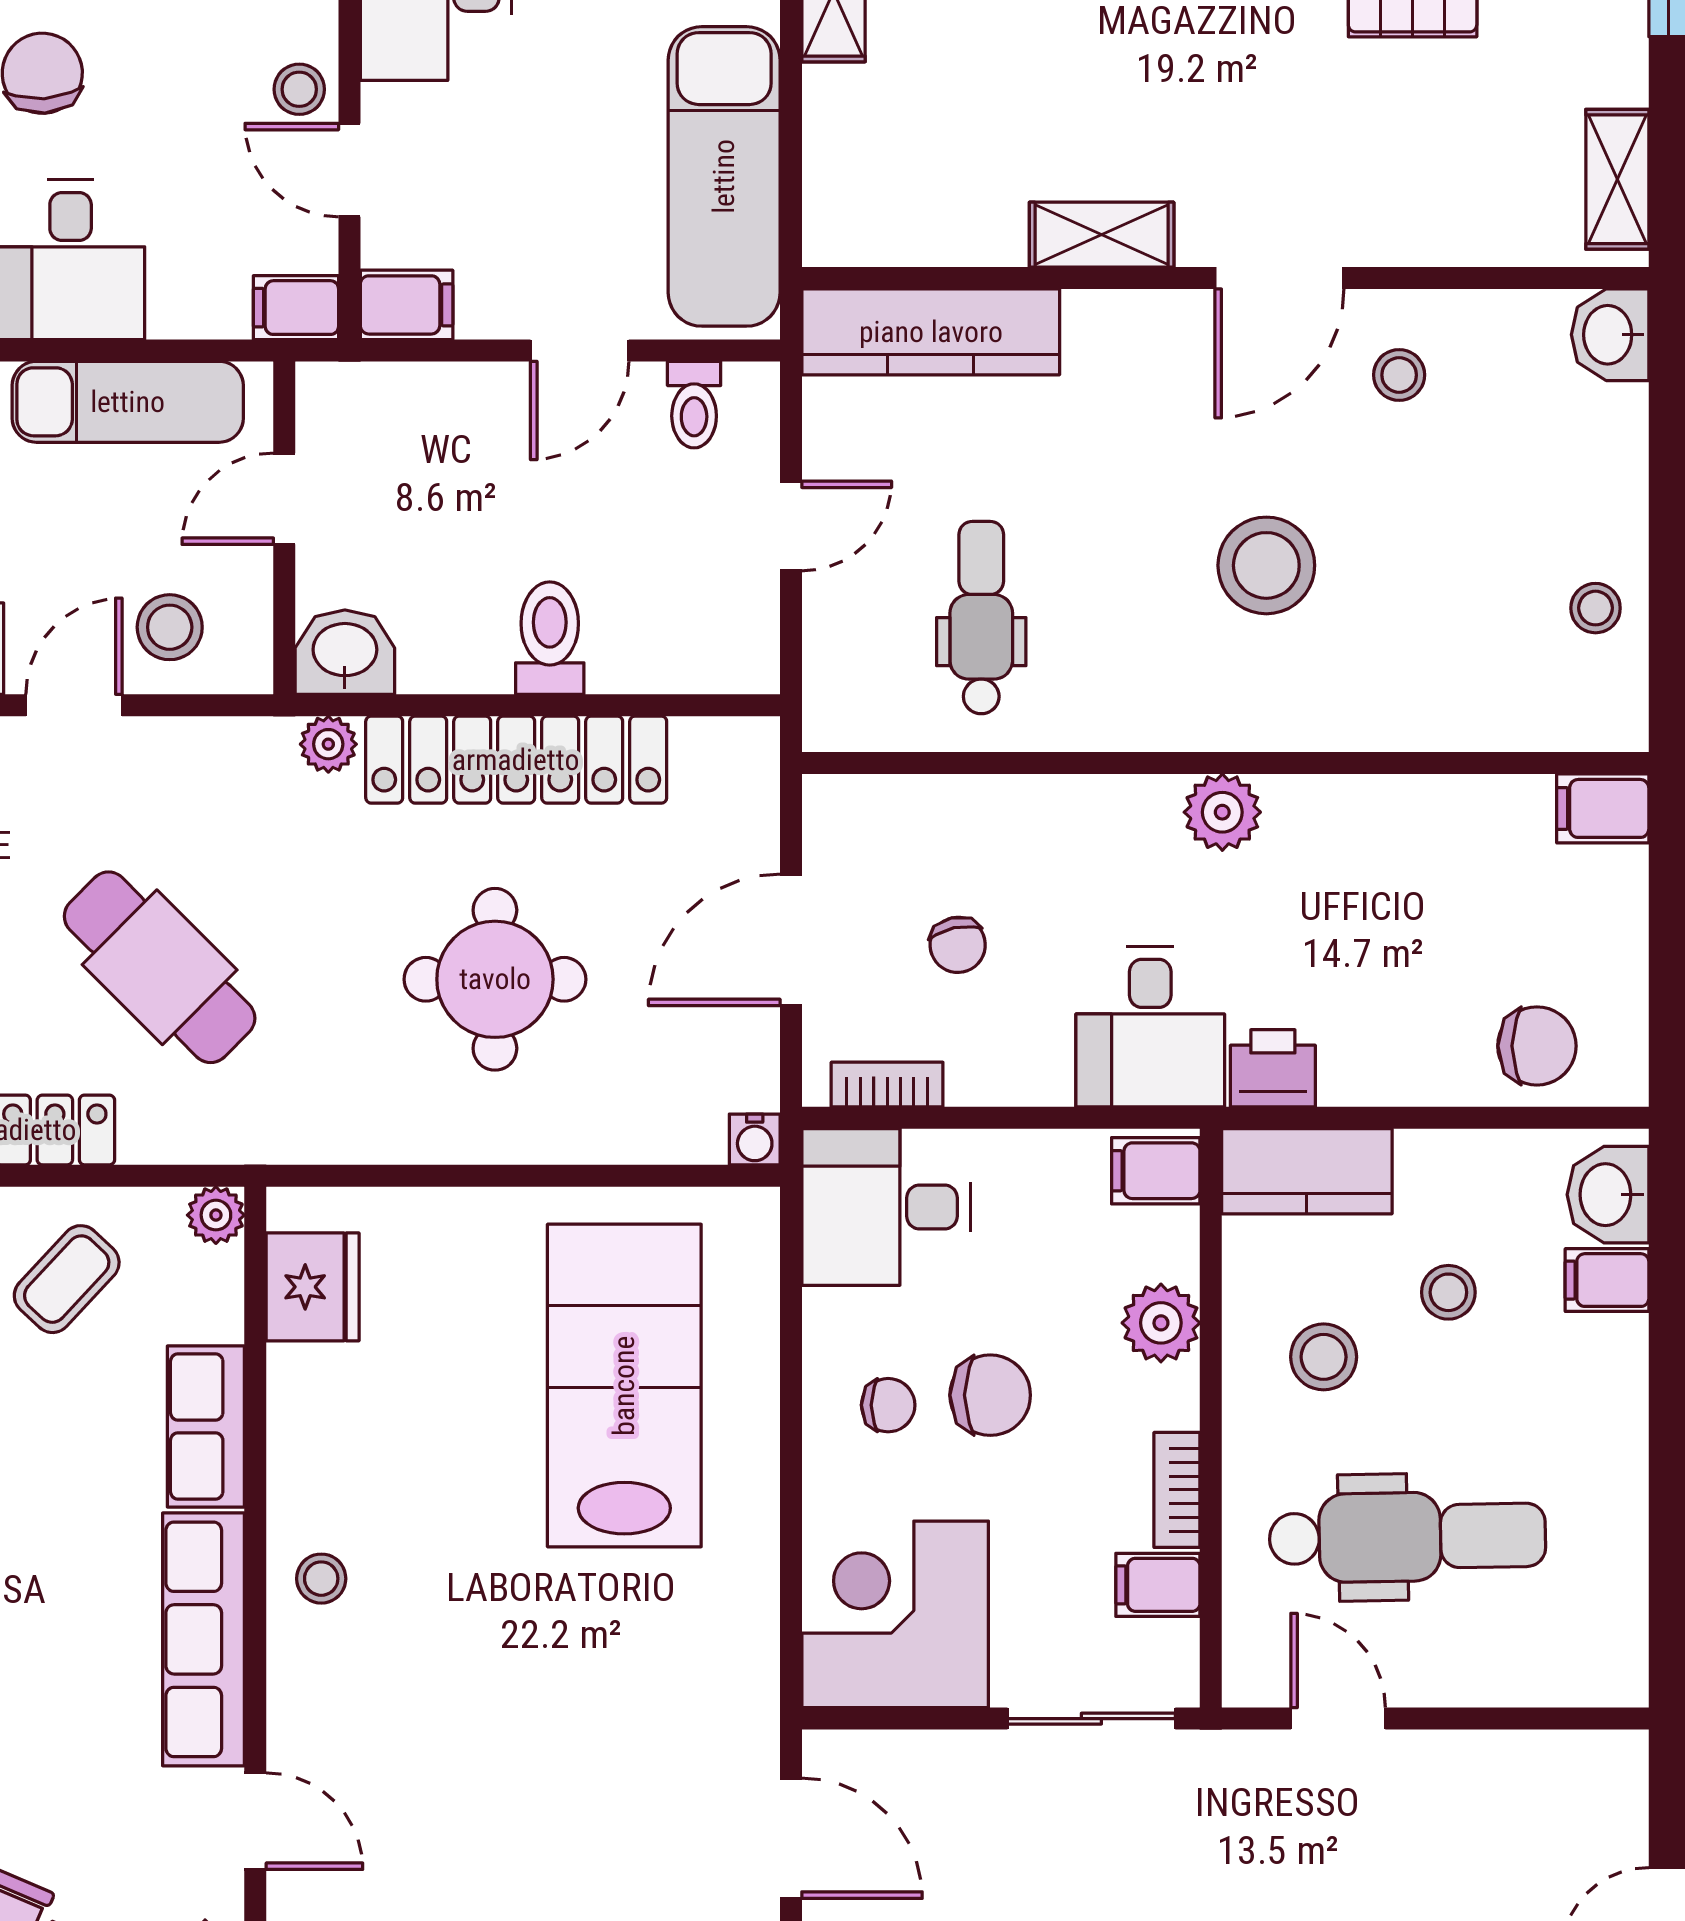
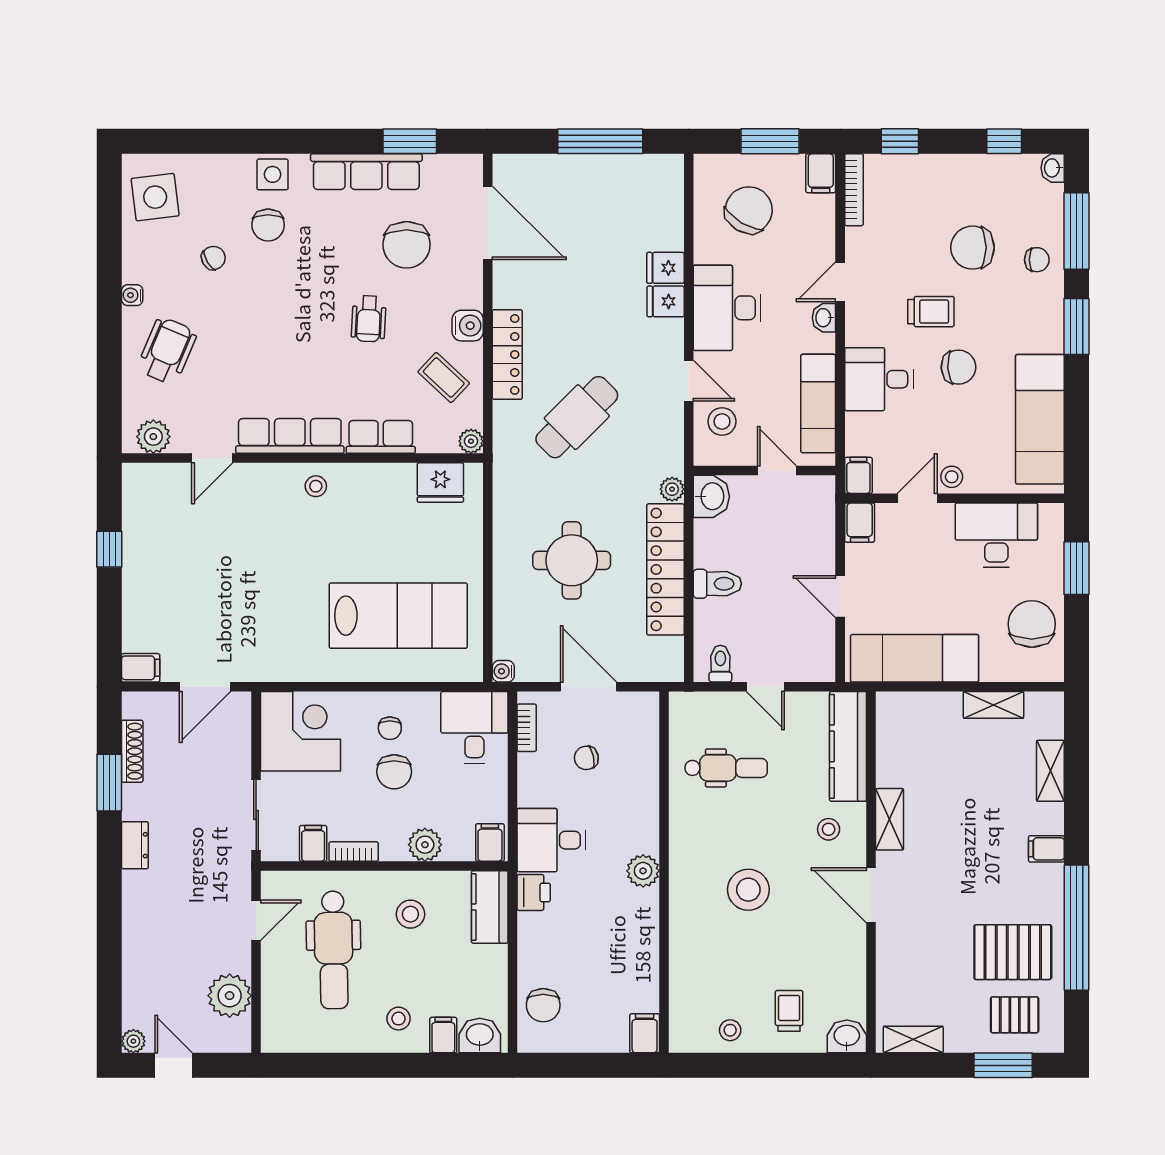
stool: (1399, 375) -> (829, 829), moved
toilet: (694, 405) -> (720, 664), moved, turned 90
trolley: (1550, 470) -> (789, 1011), added
stool: (1448, 1292) -> (399, 1019), moved
plant: (1514, 1781) -> (230, 996), added

